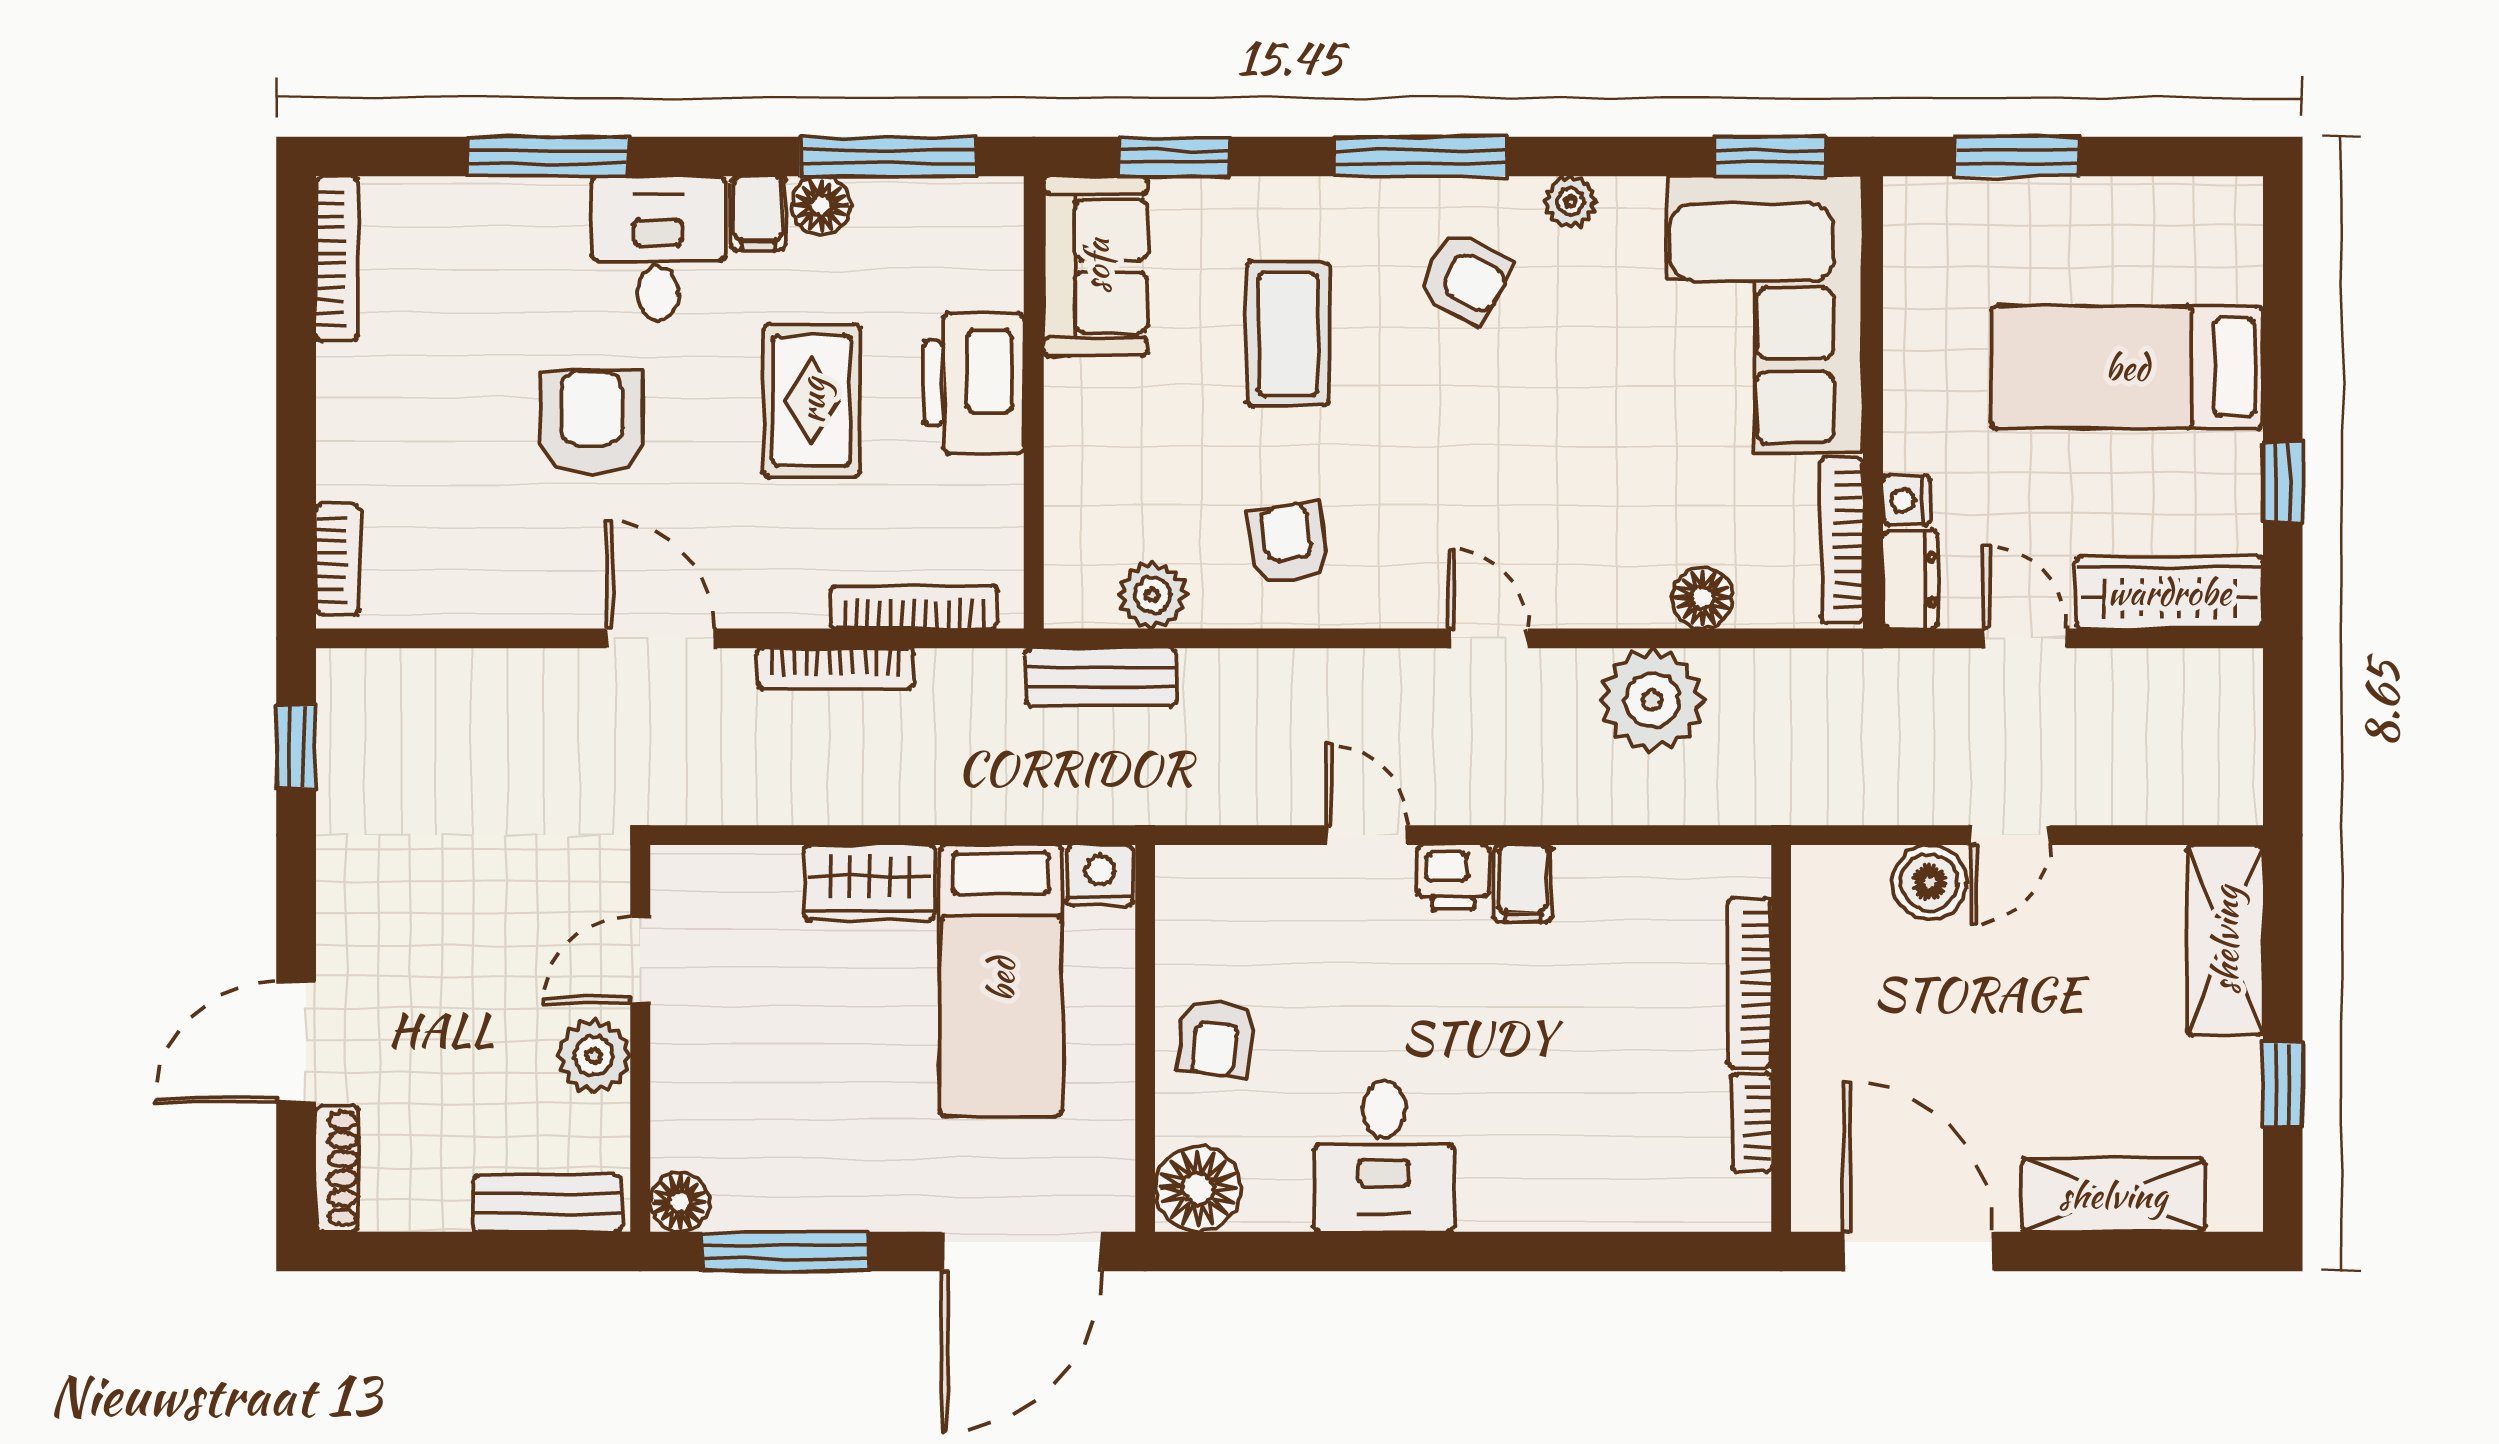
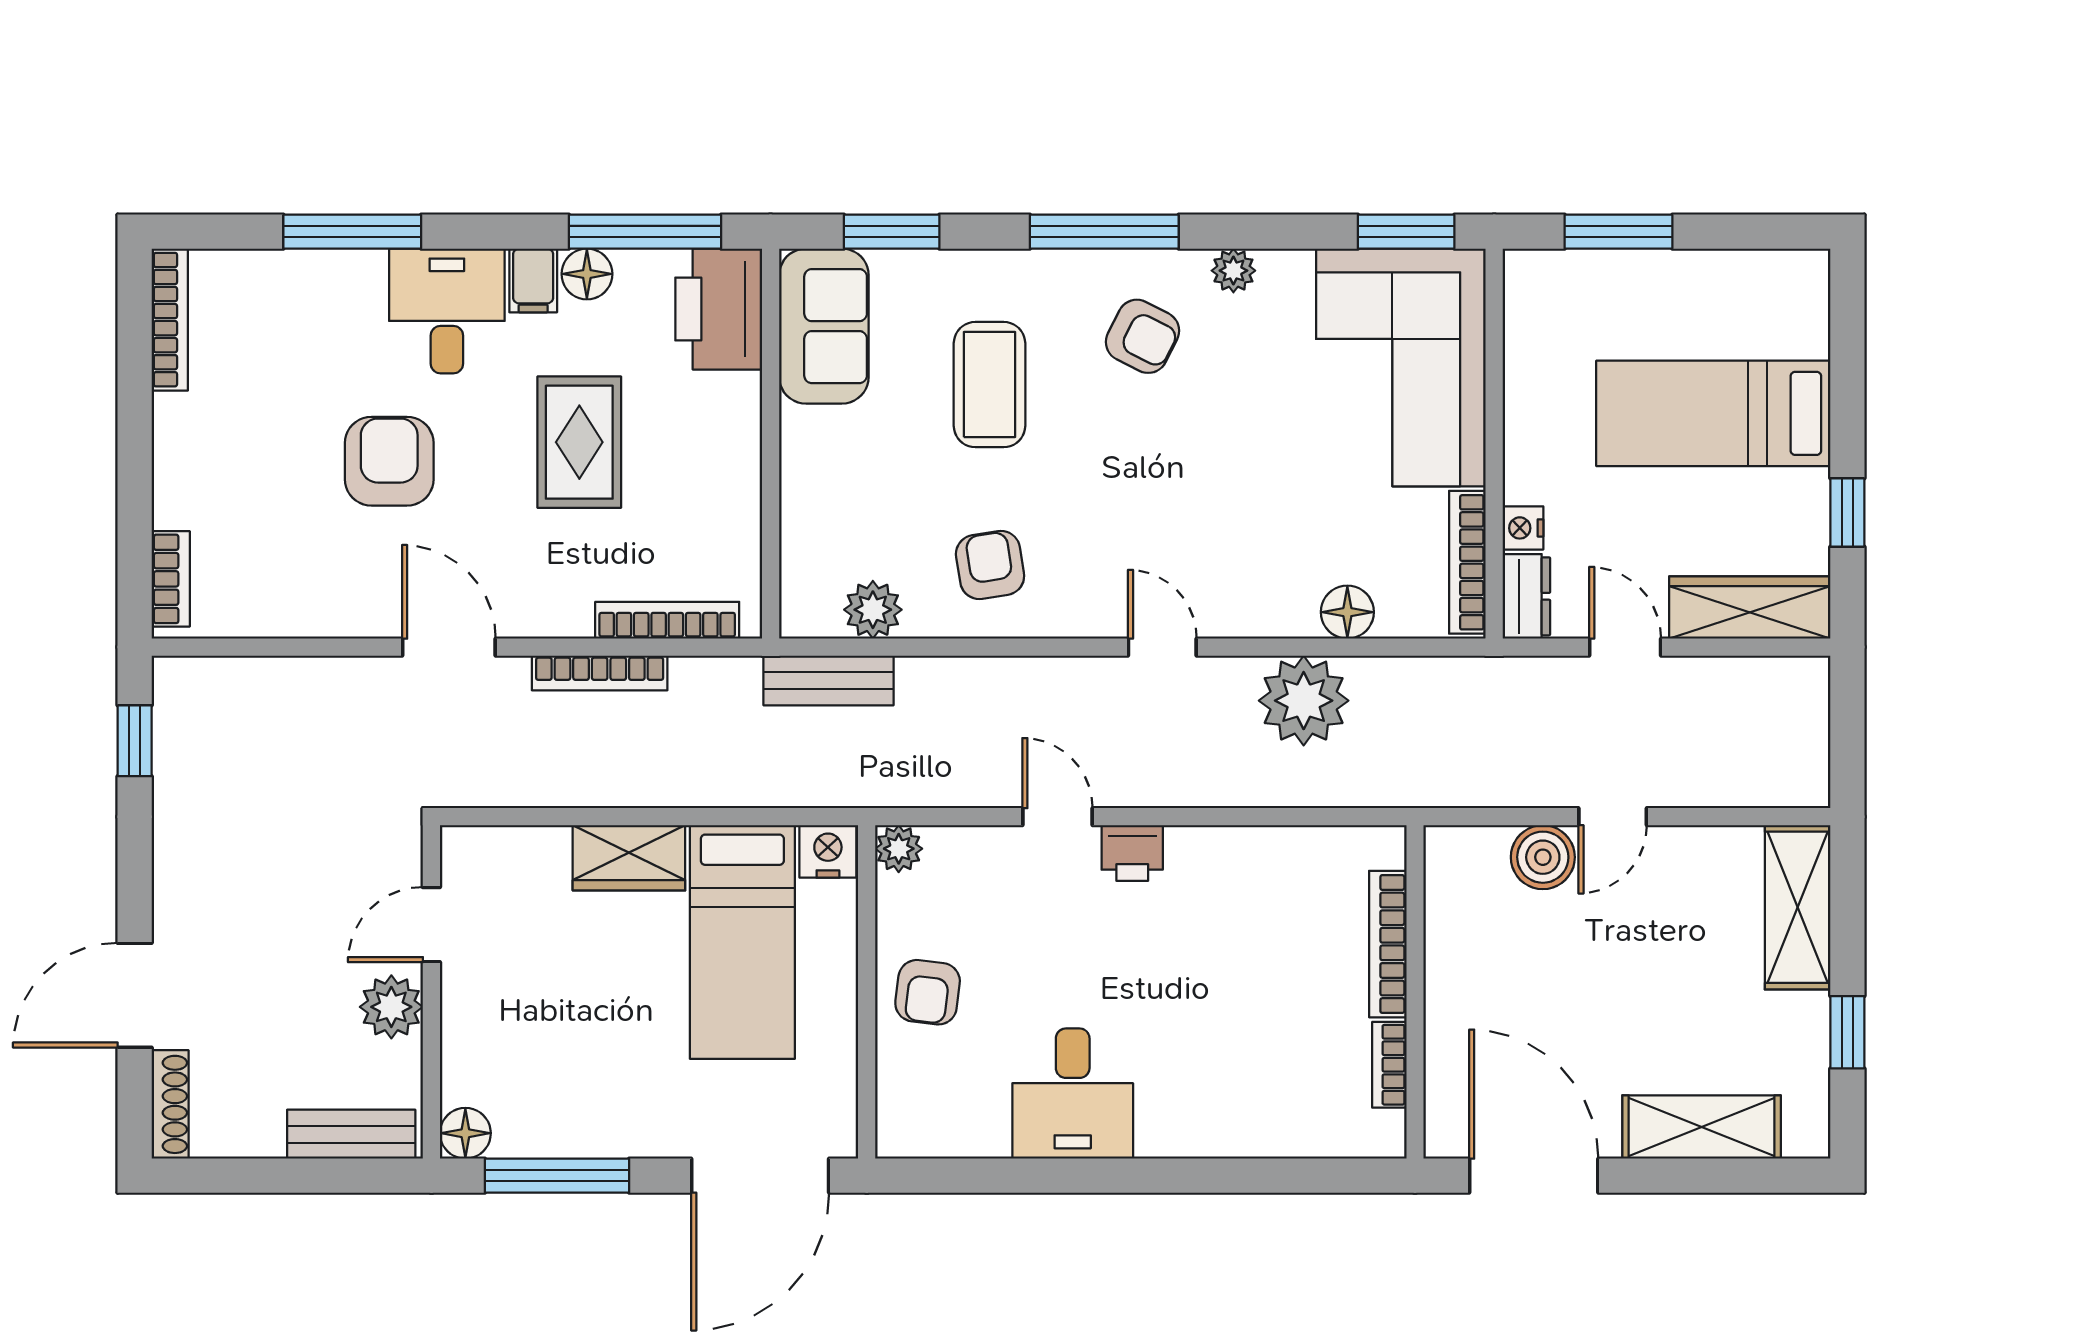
printer: (973, 383) -> (719, 309), moved
plant: (1182, 872) -> (899, 849), added
filing cabinet: (1523, 883) -> (1192, 858), removed
floor lamp: (1198, 1189) -> (912, 1121), removed

